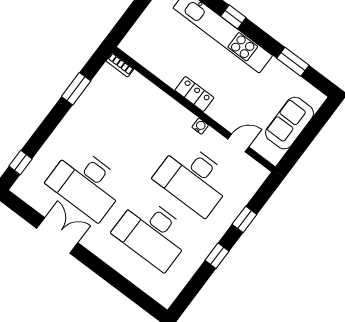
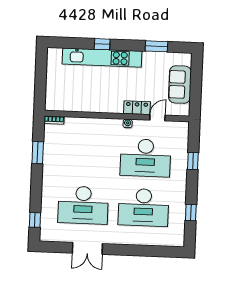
locker: (194, 94) -> (137, 108), moved
double door: (57, 236) -> (87, 248), swing flipped
window: (217, 256) -> (191, 213), moved

